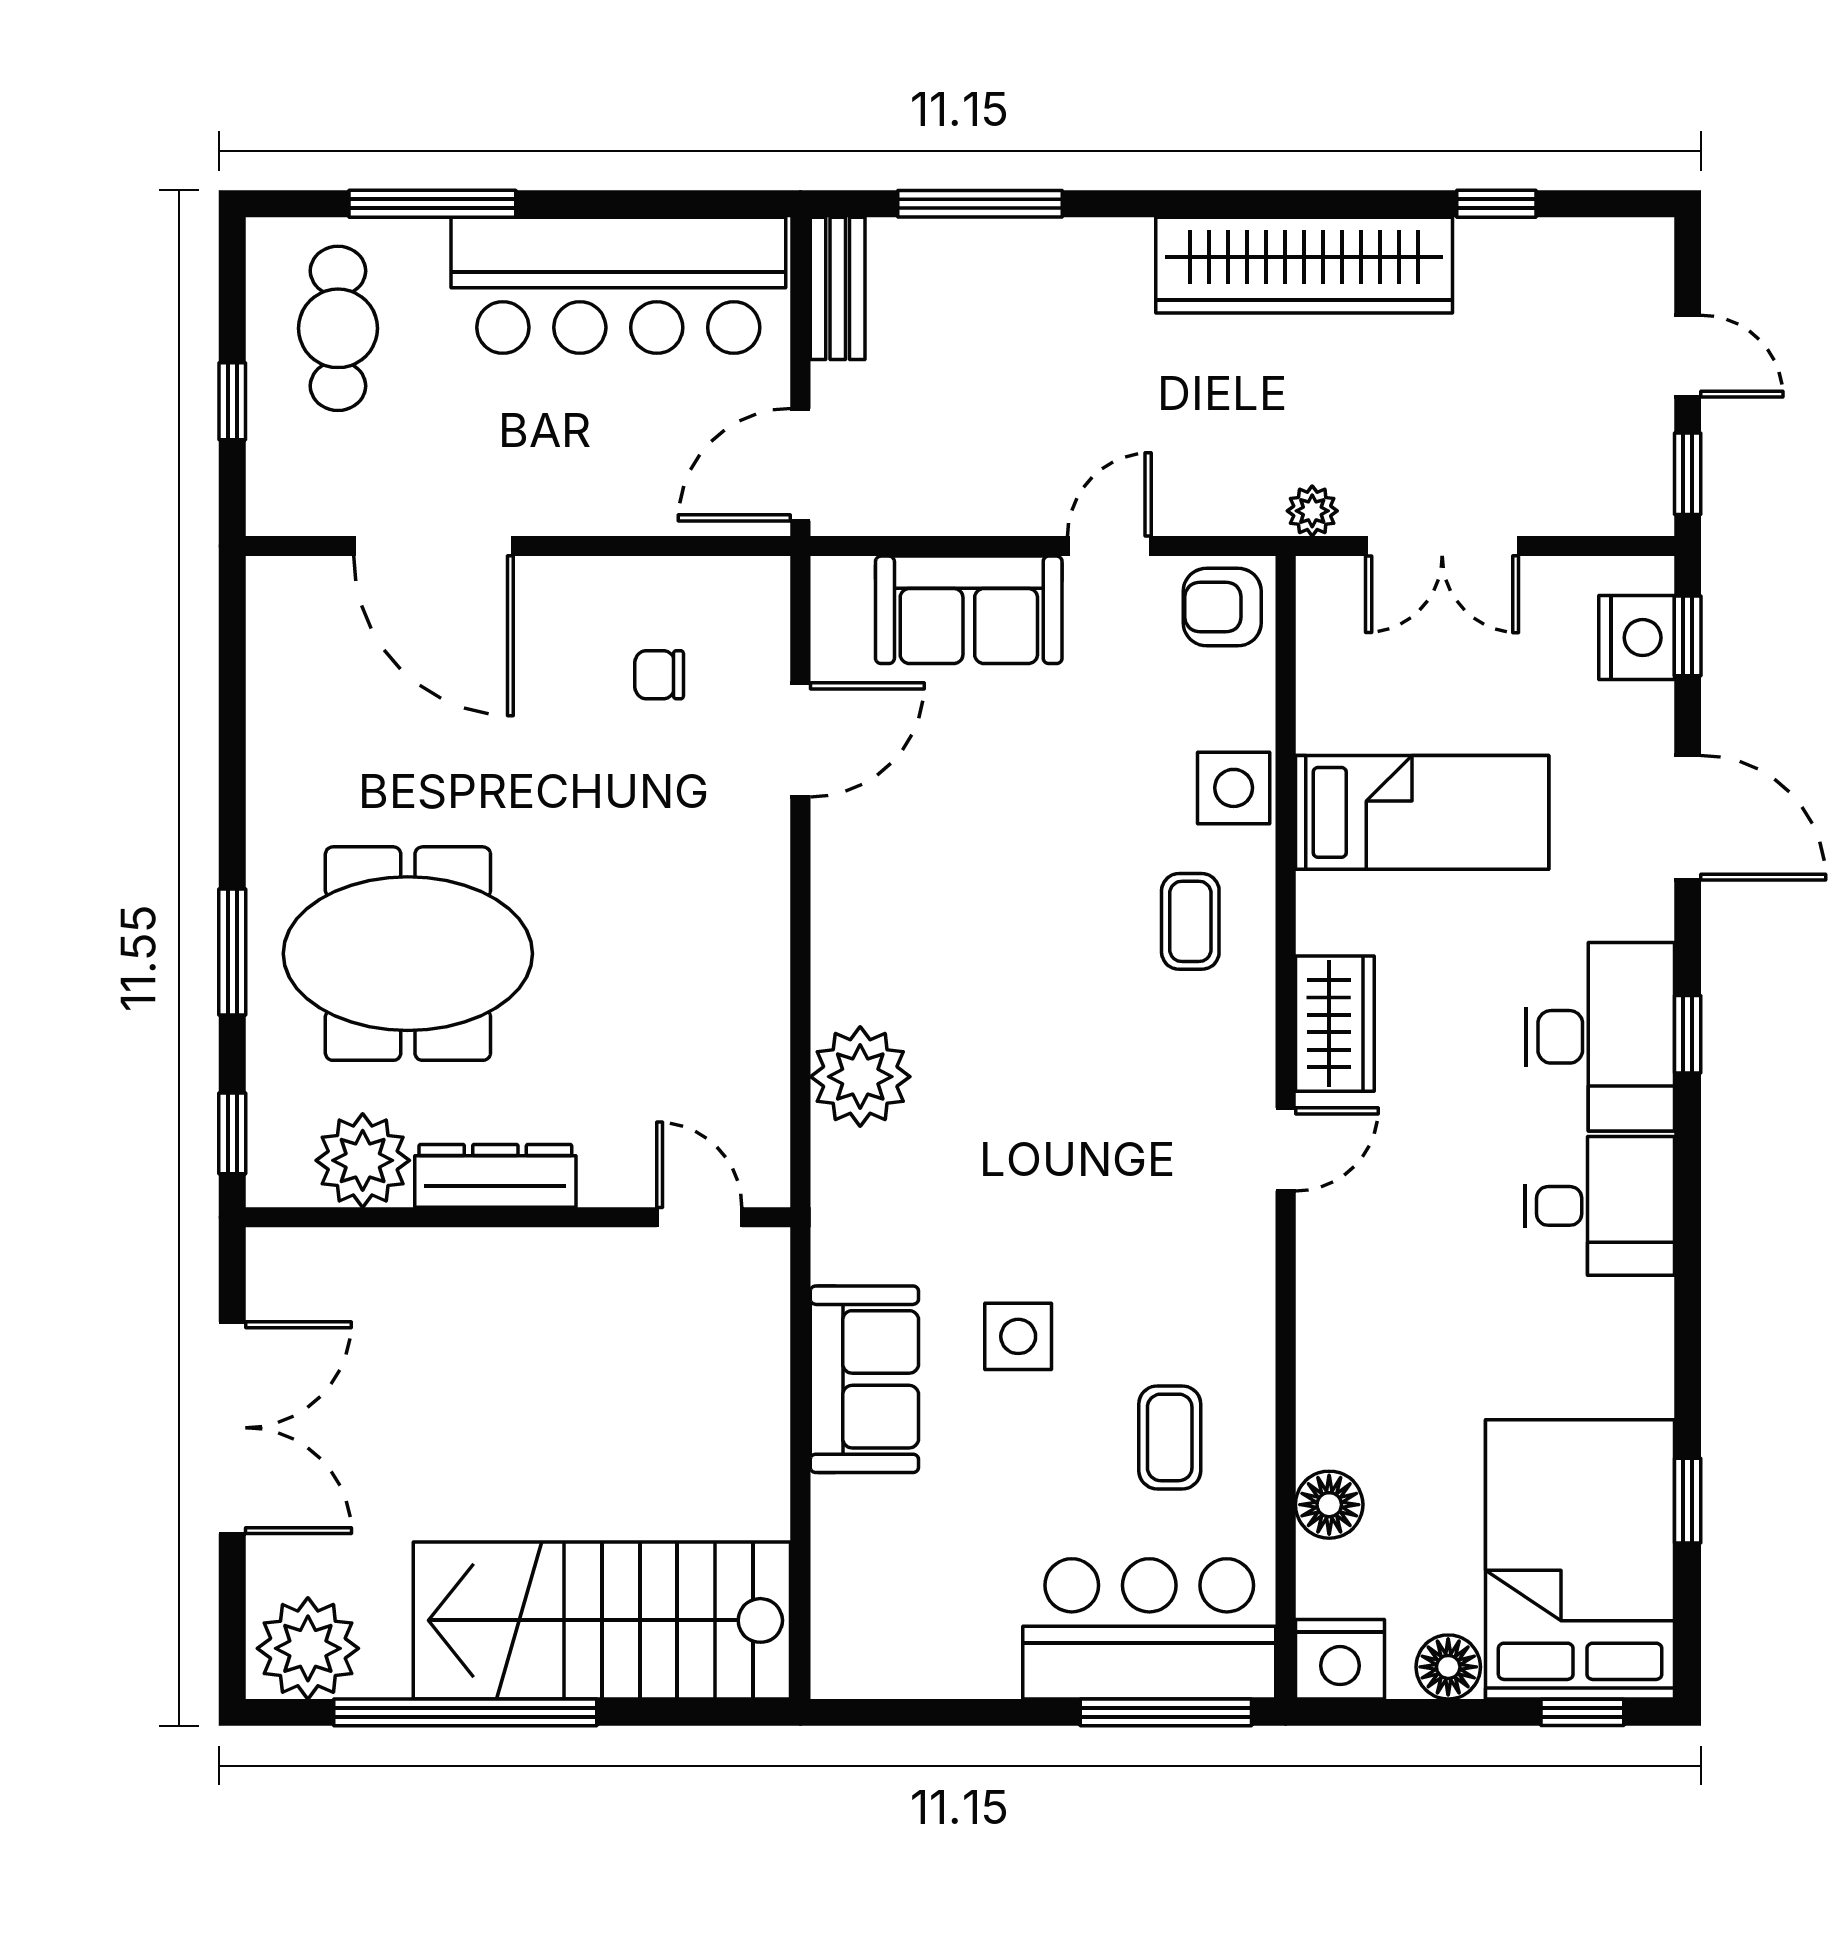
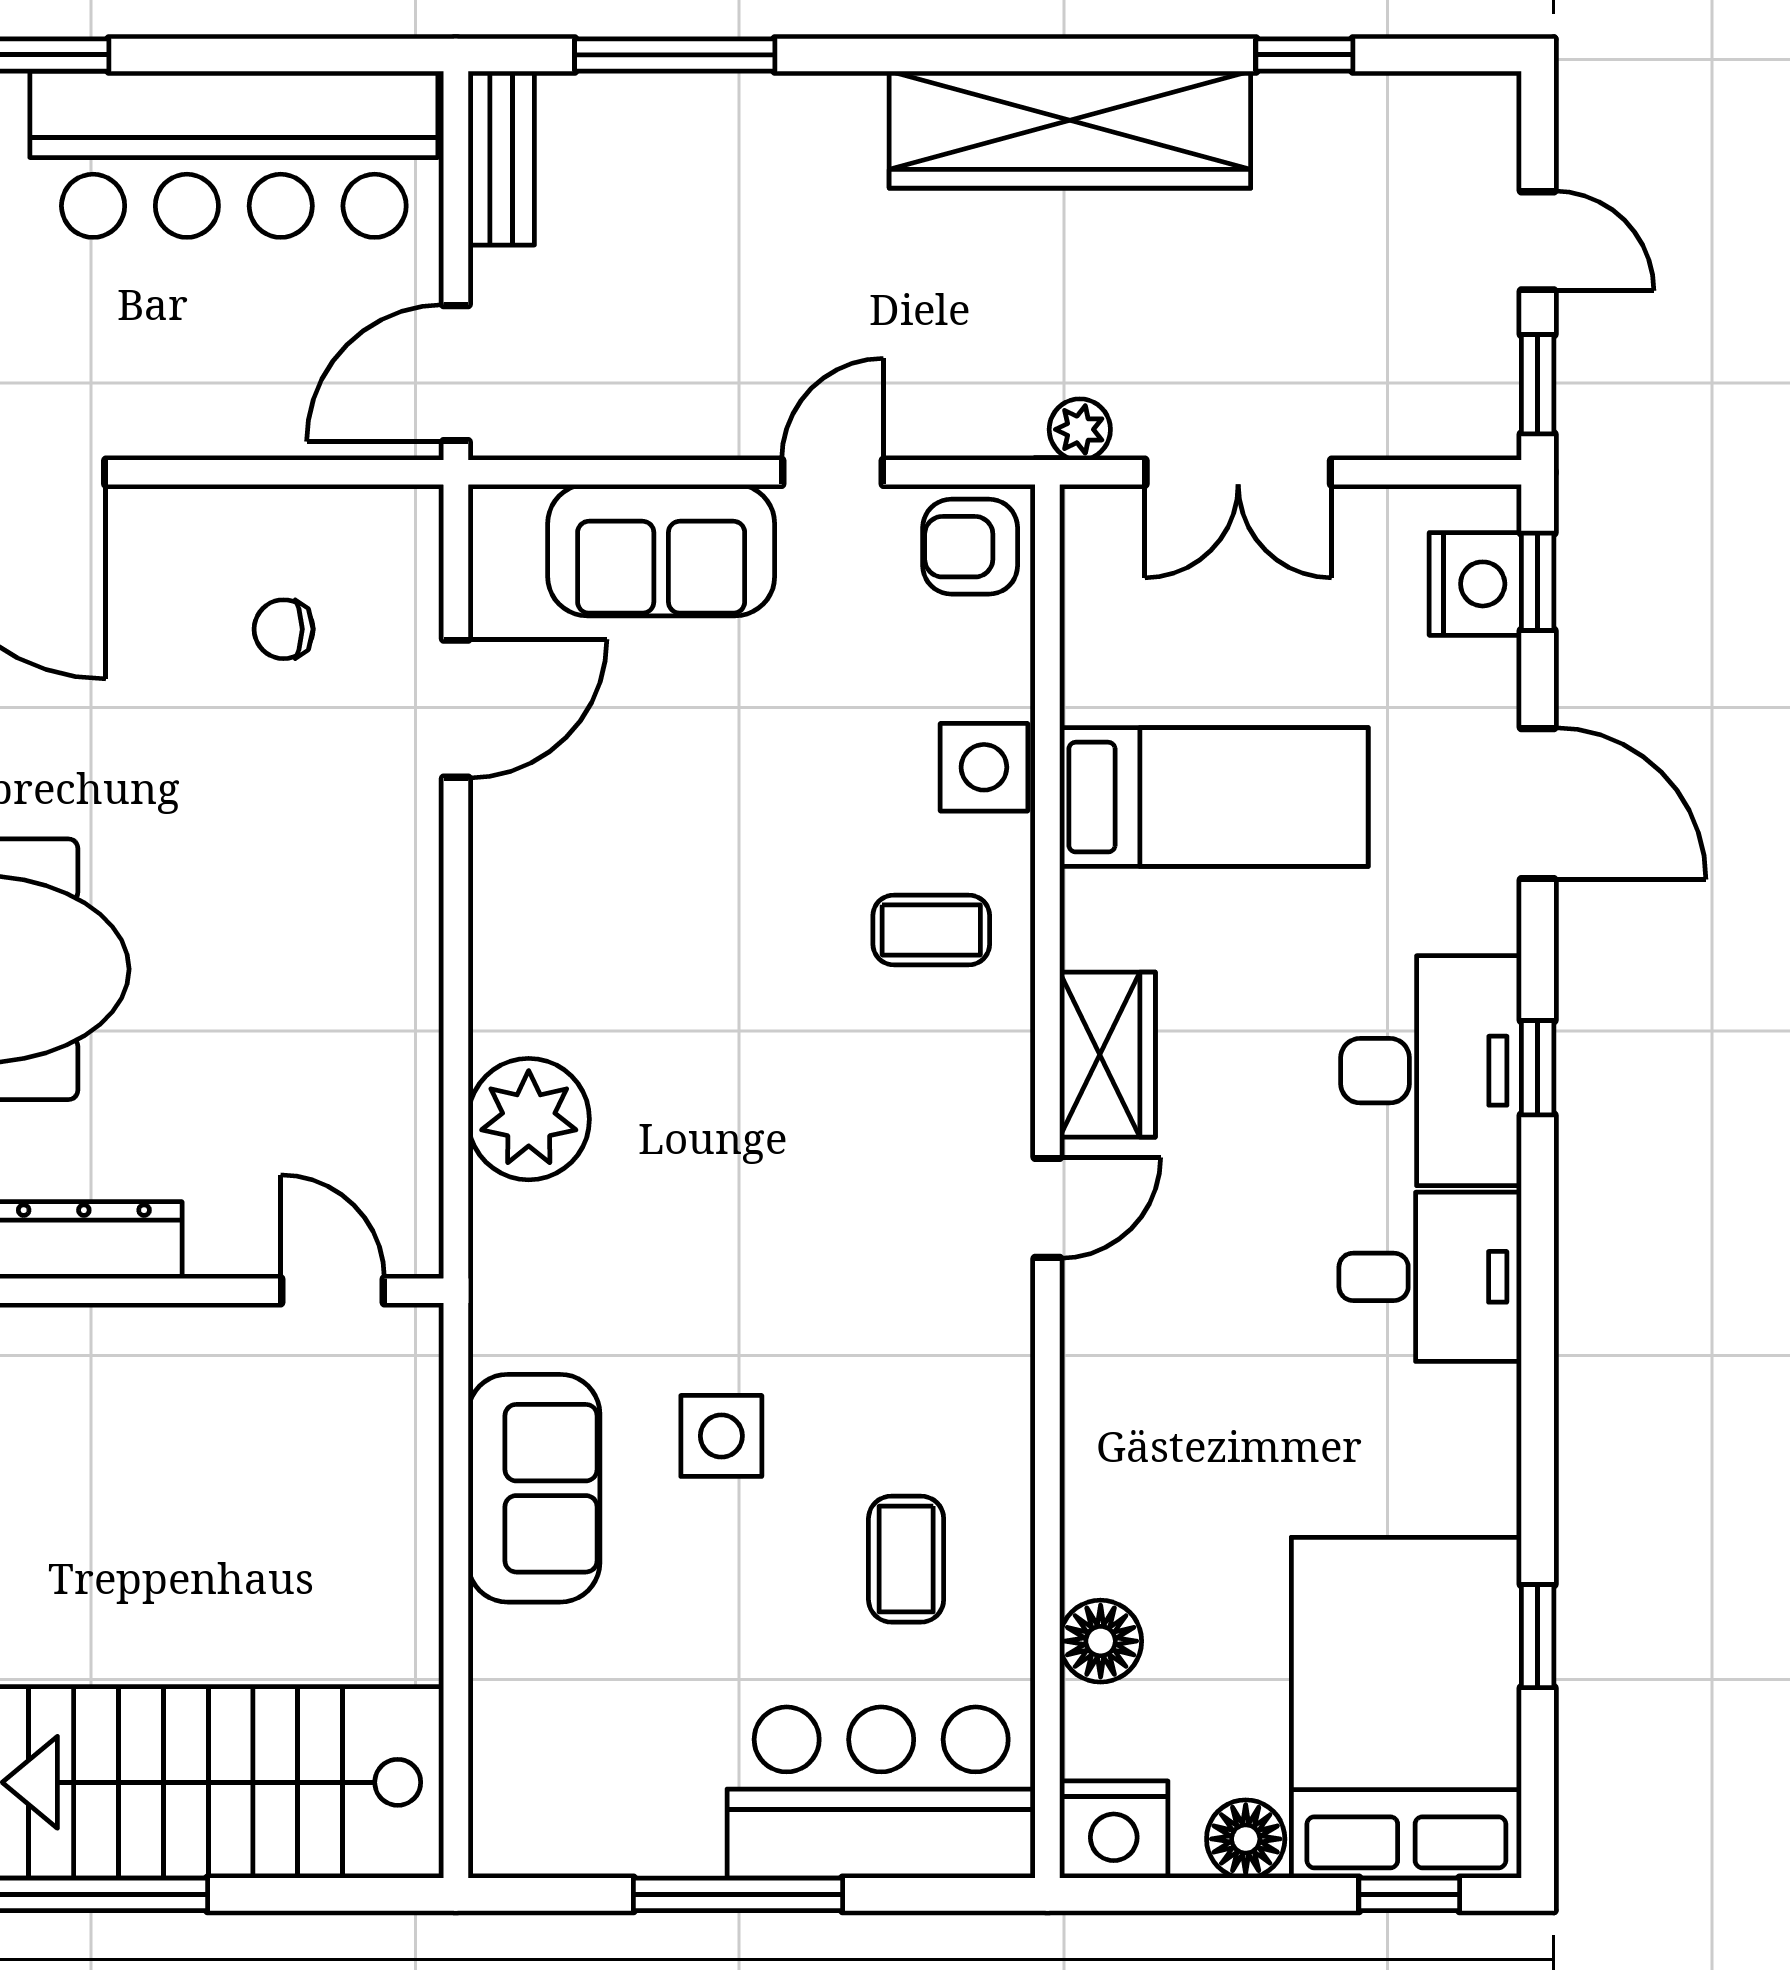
coffee table: (1190, 921) -> (931, 930), turned 90
window: (1166, 1712) -> (738, 1894), moved

